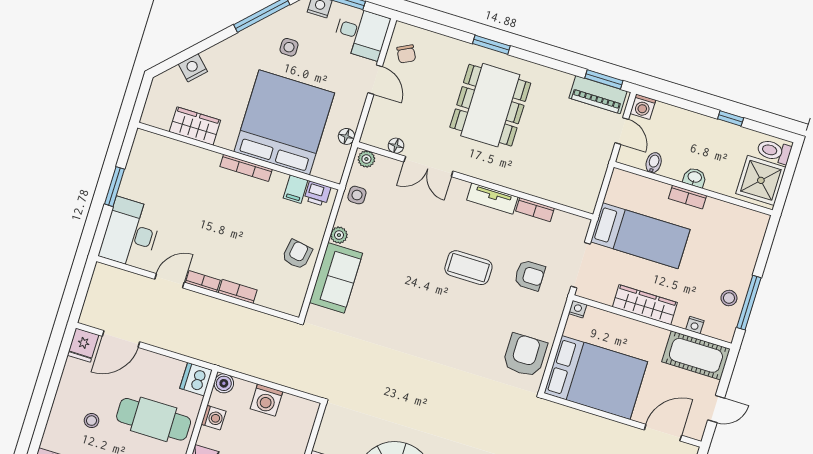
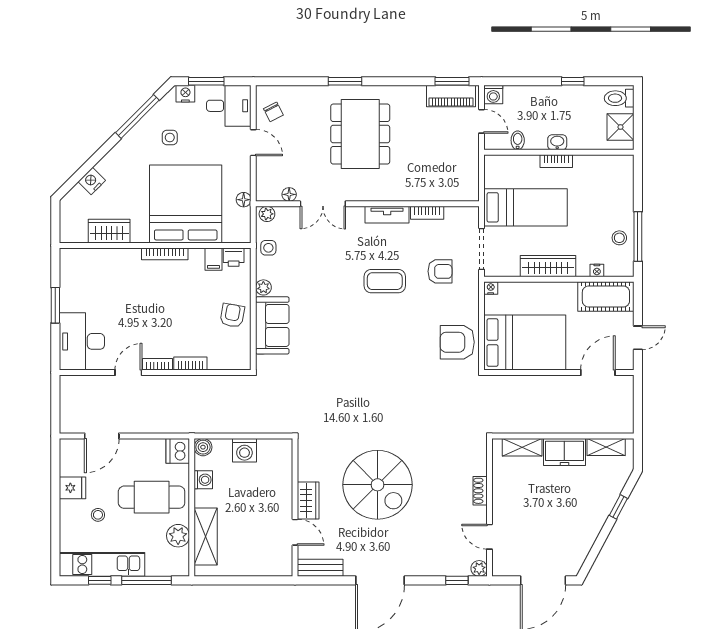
shower: (761, 180) -> (620, 127), width x0.73, depth x0.73
fridge: (83, 345) -> (72, 488), moved, turned -90
armchair: (525, 355) -> (457, 342), turned -90

